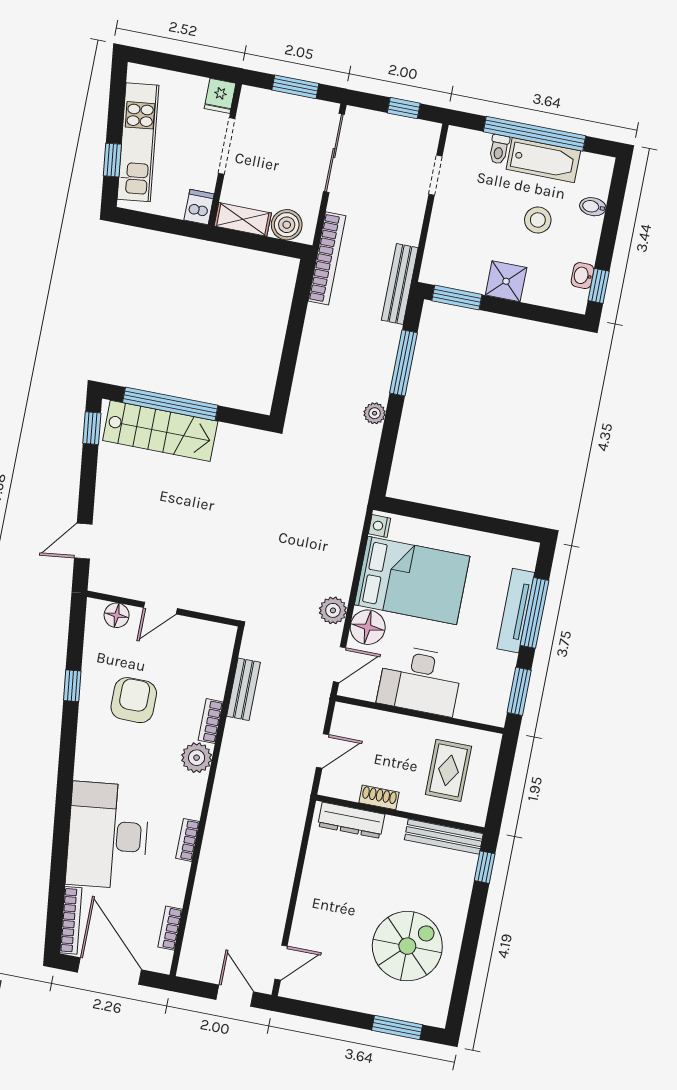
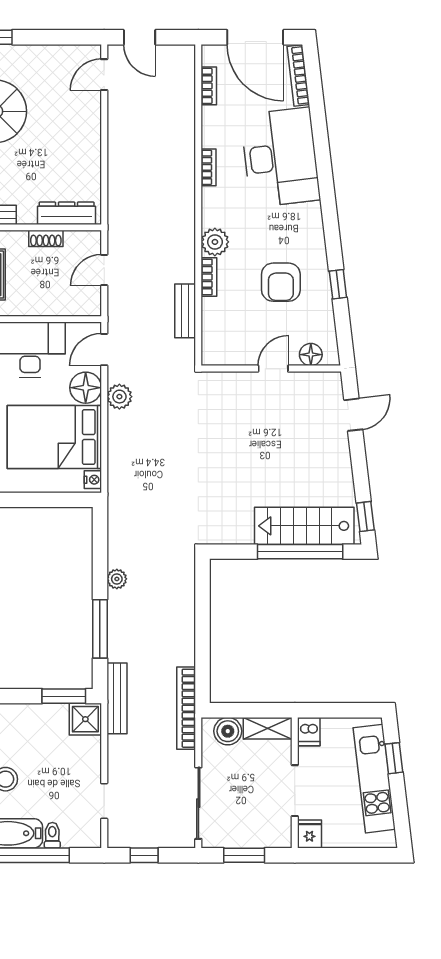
shower: (506, 281) -> (85, 719), moved

